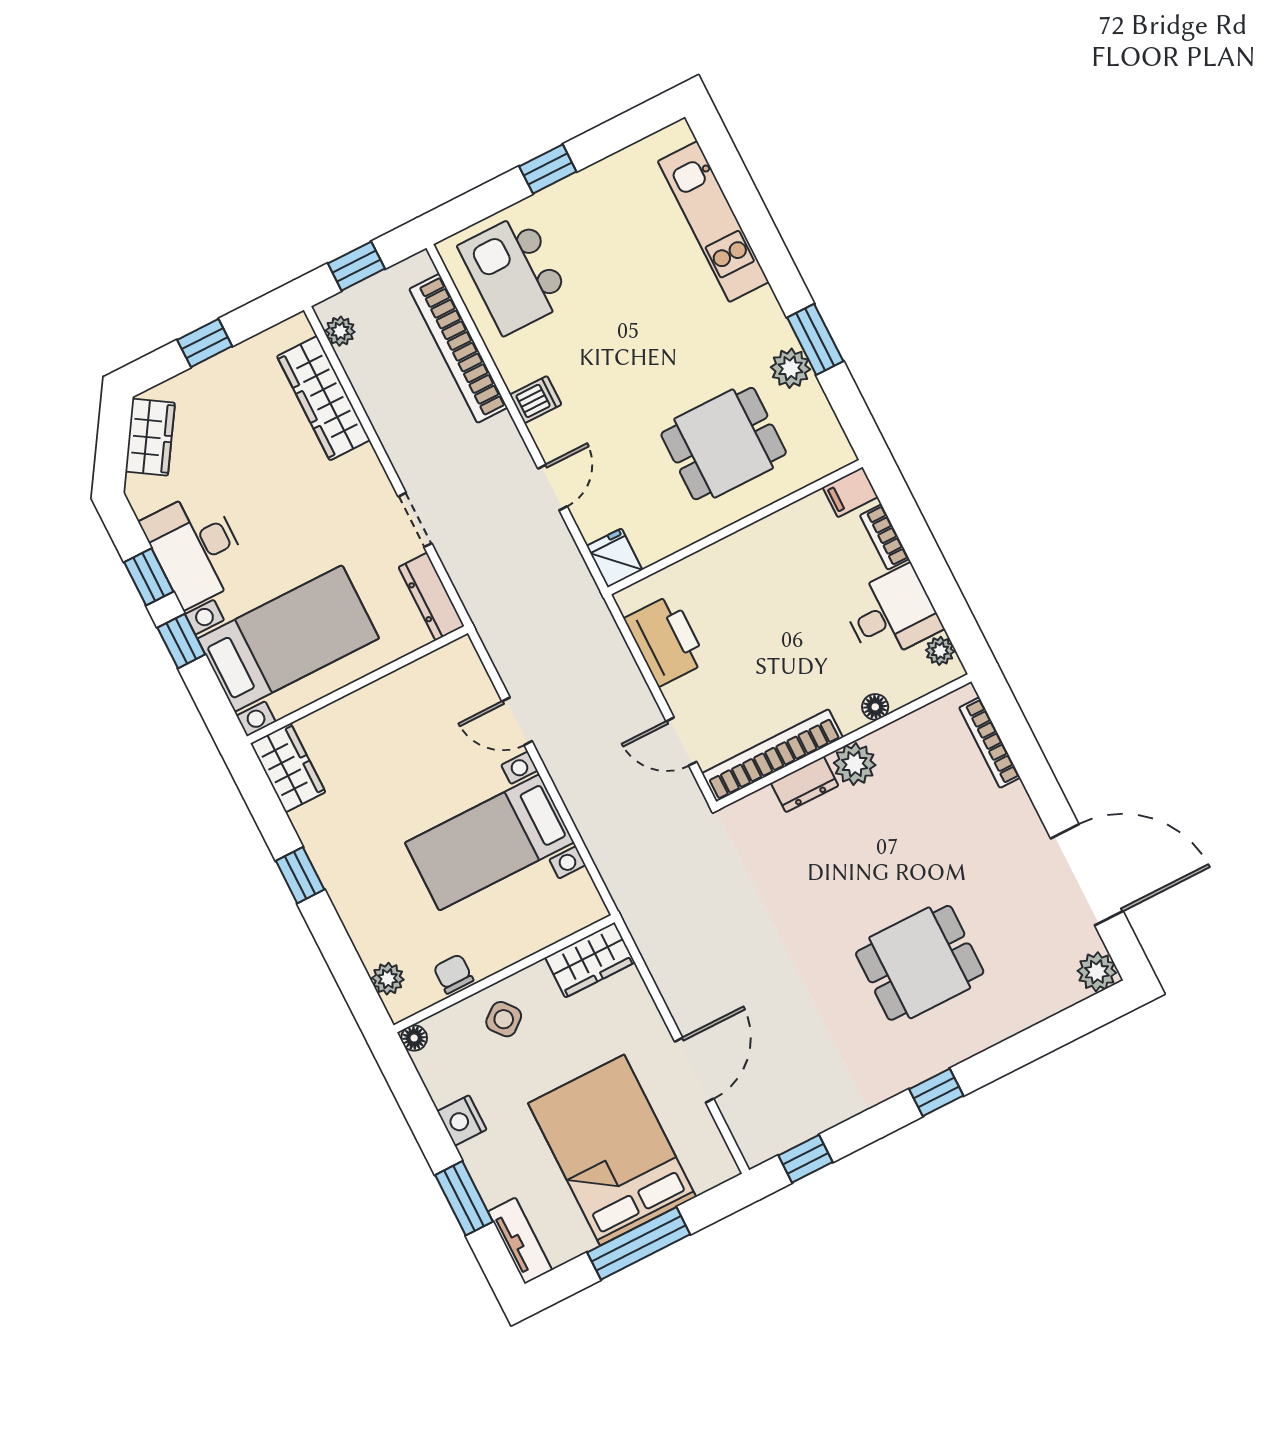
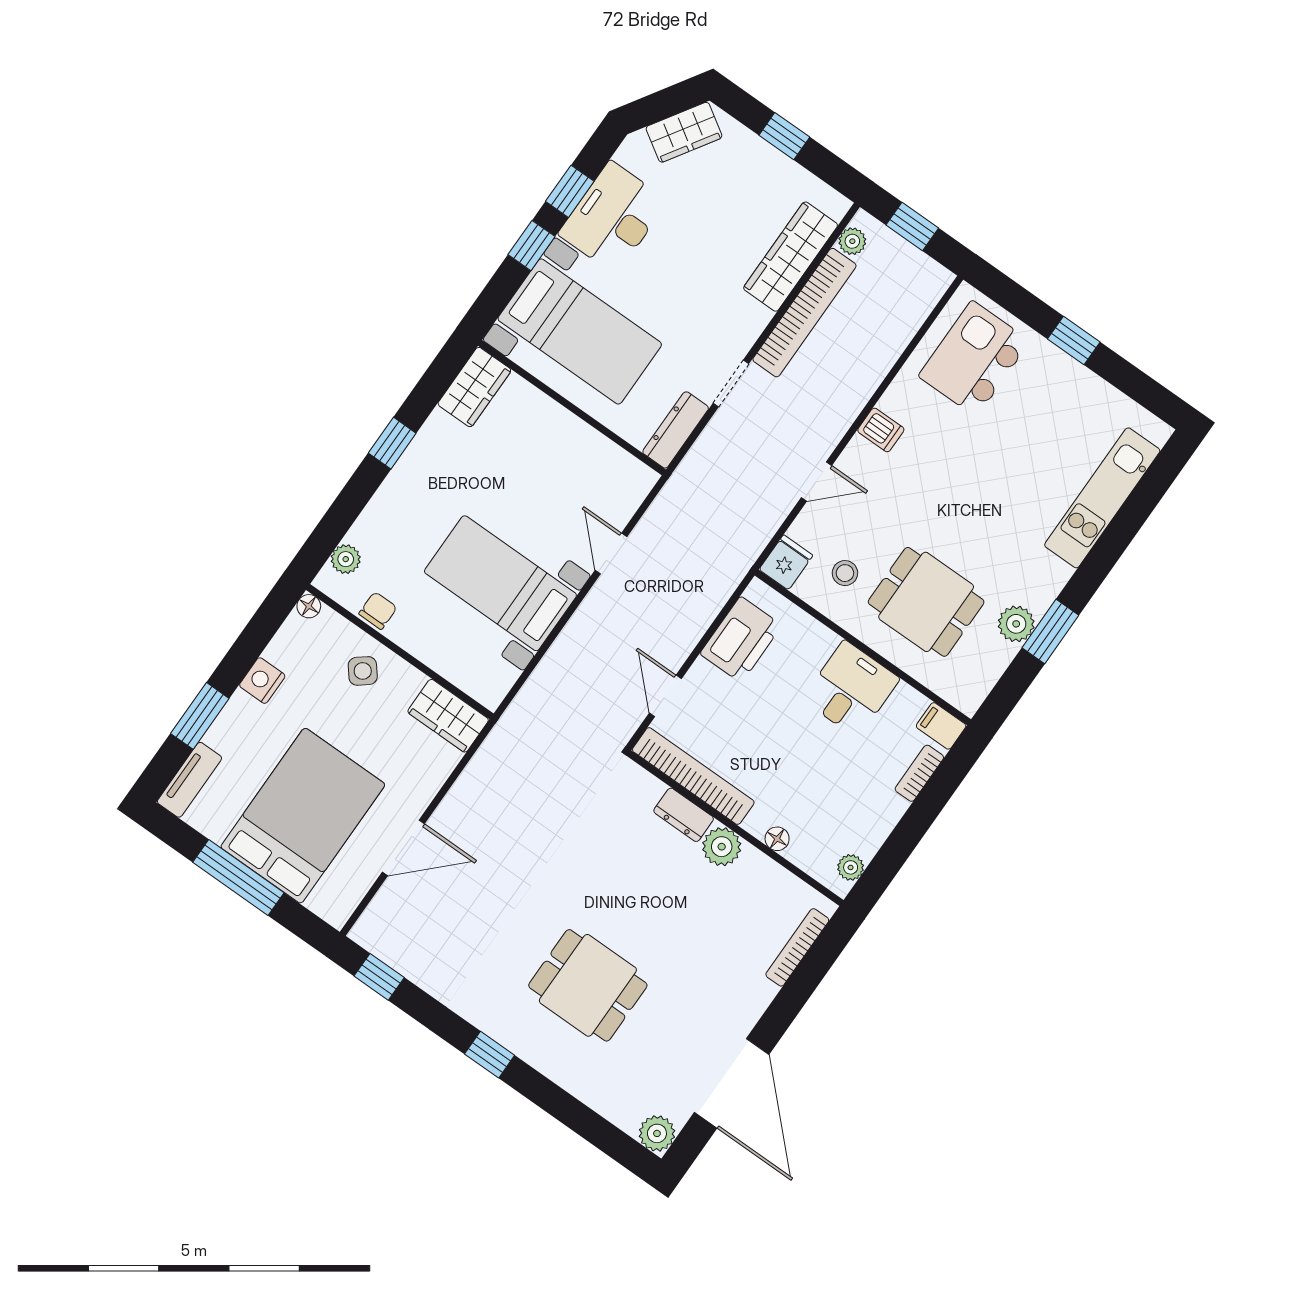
bookcase: (458, 348) -> (805, 313), moved, turned 180
stool: (655, 507) -> (845, 573), added
desk: (892, 614) -> (851, 689), moved, turned -90

